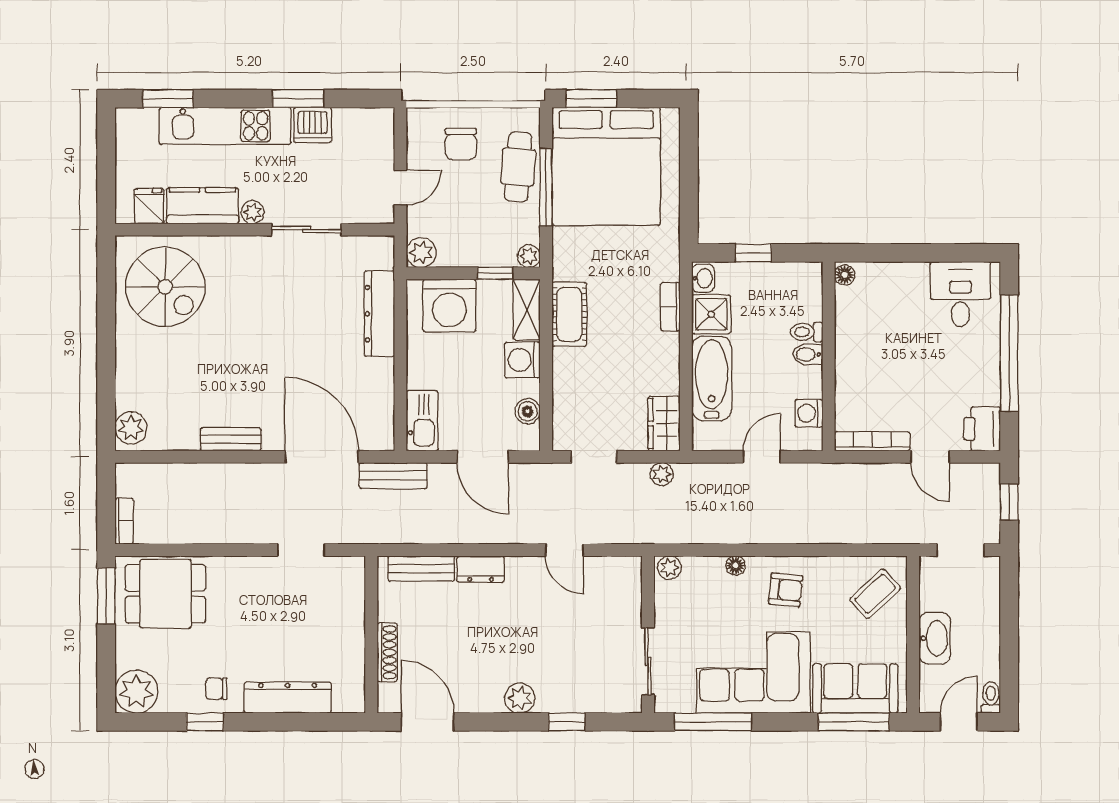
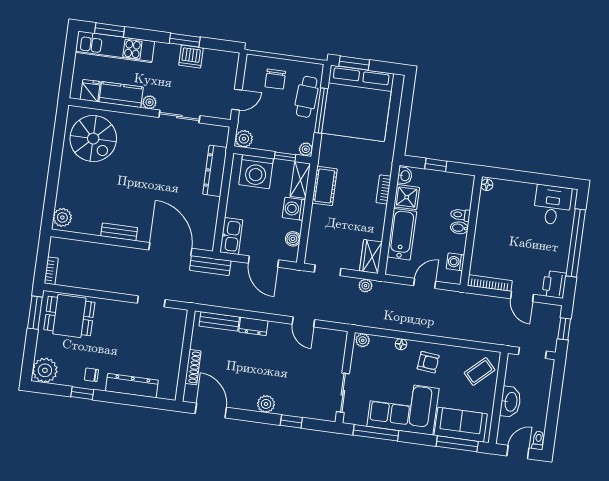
kitchen unit: (225, 126) -> (115, 47), moved

